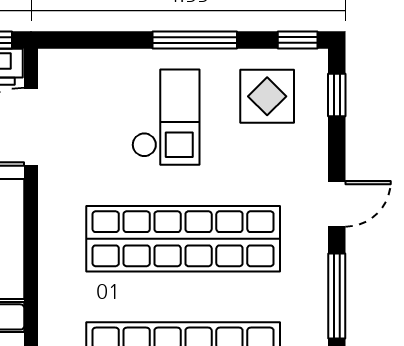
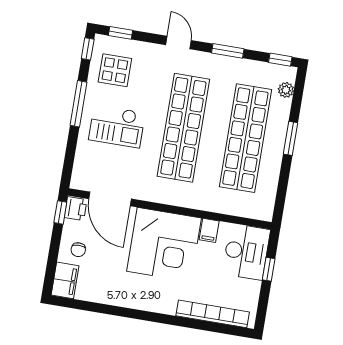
checkout: (166, 117) -> (117, 126), turned 180
window: (337, 296) -> (228, 51), width x0.69

